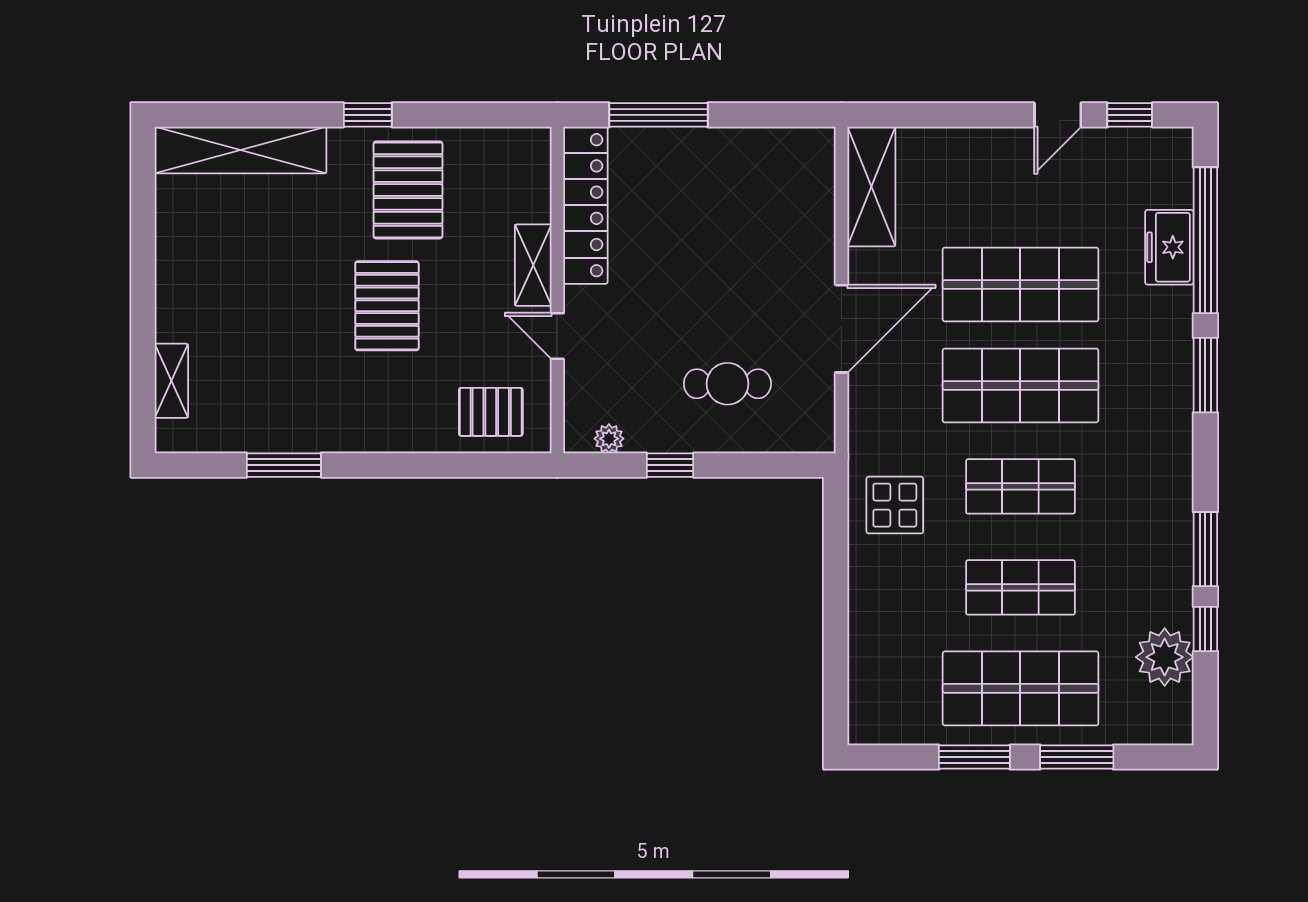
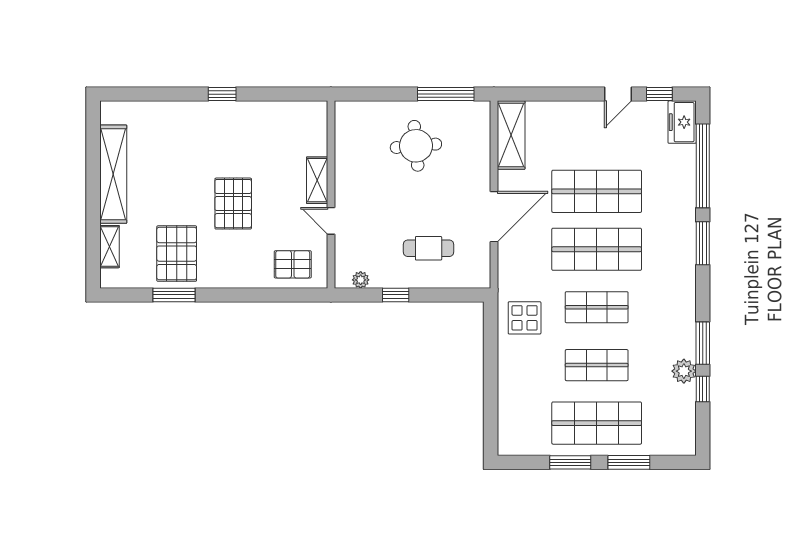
window: (658, 115) -> (446, 94), moved
shelving: (241, 150) -> (113, 174), moved, turned 90
pallet: (408, 190) -> (177, 254), moved
locker: (585, 205) -> (347, 146), removed
round table: (706, 205) -> (416, 146), added
freezer: (1169, 247) -> (682, 122), moved
plant: (1165, 657) -> (684, 371), moved, width x0.73, depth x0.73

